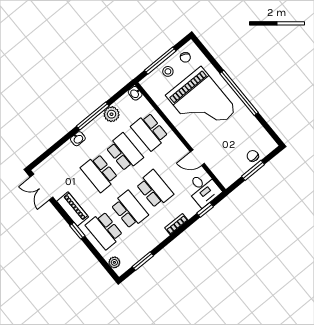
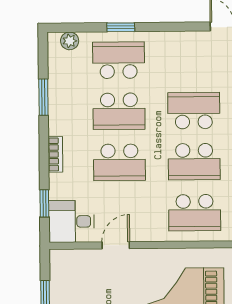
school desk: (150, 132) -> (195, 213), turned 180
piano: (73, 209) -> (176, 42), removed
window: (77, 231) -> (121, 27), moved
window: (143, 261) -> (43, 97), moved

